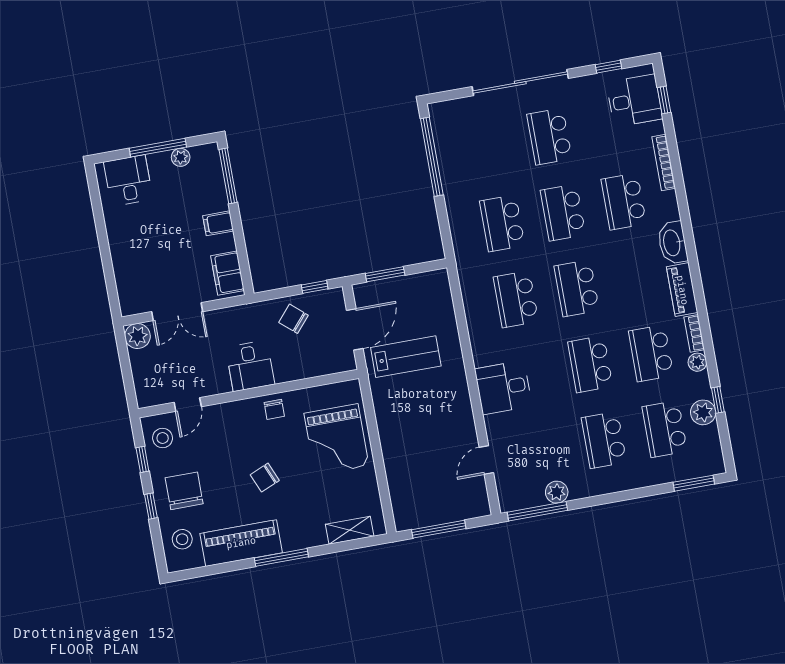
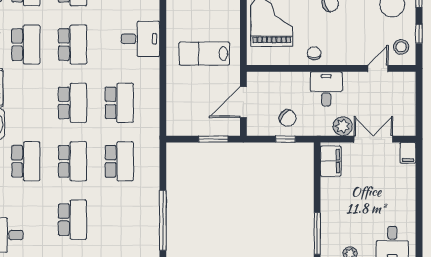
filing cabinet: (218, 223) -> (408, 153), moved, turned 90
window: (315, 287) -> (286, 139), moved
plant: (137, 336) -> (343, 126), moved
lab bench: (406, 357) -> (204, 54), moved

